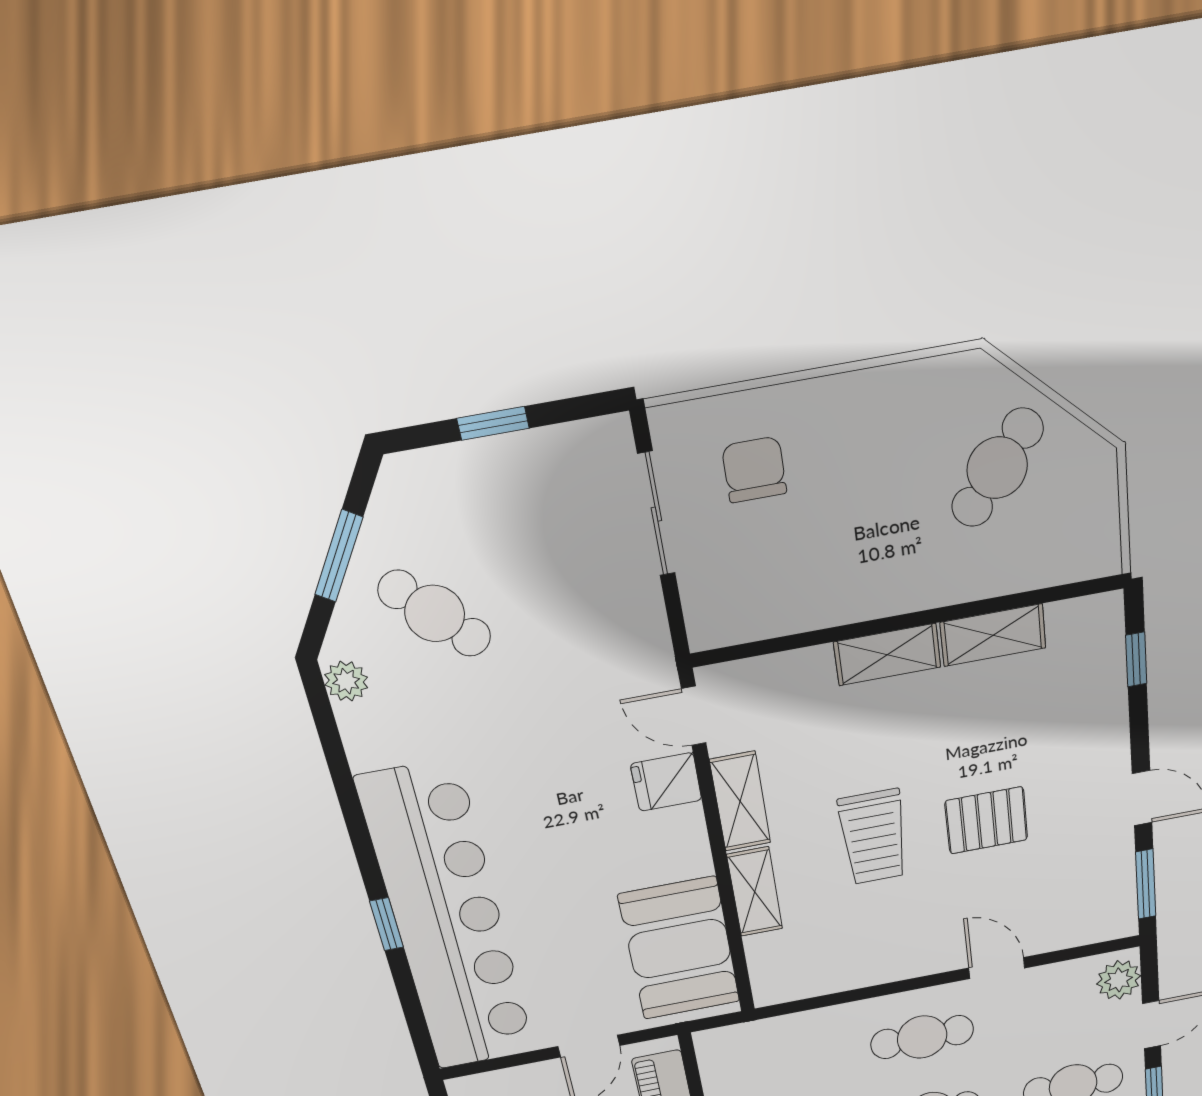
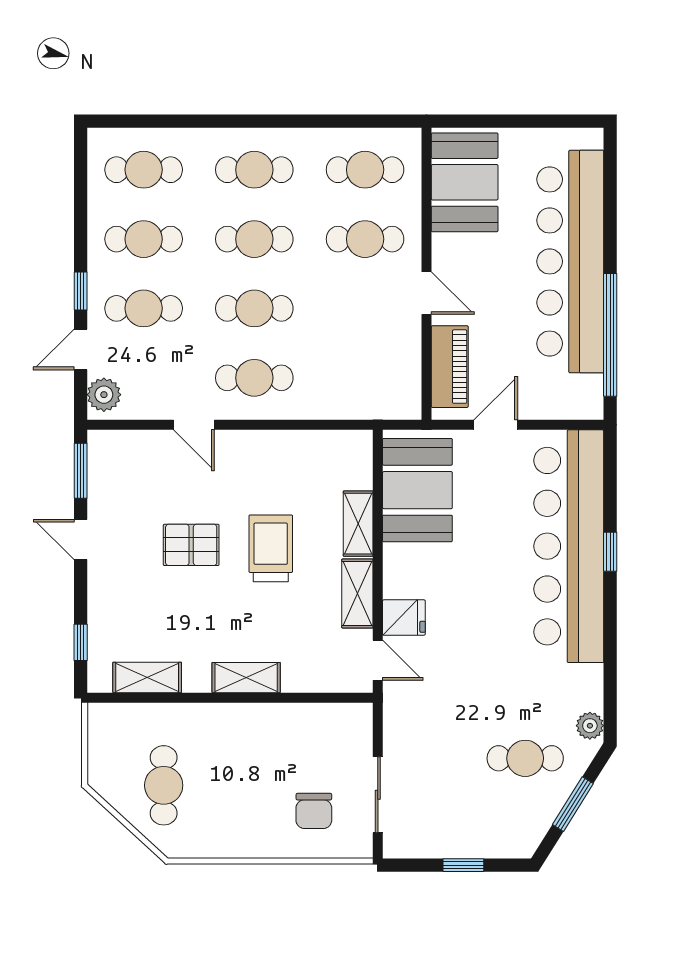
cafe table: (997, 468) -> (164, 785), turned -40
cafe table: (435, 614) -> (525, 758), turned -46
shelving: (993, 635) -> (147, 677), moved

